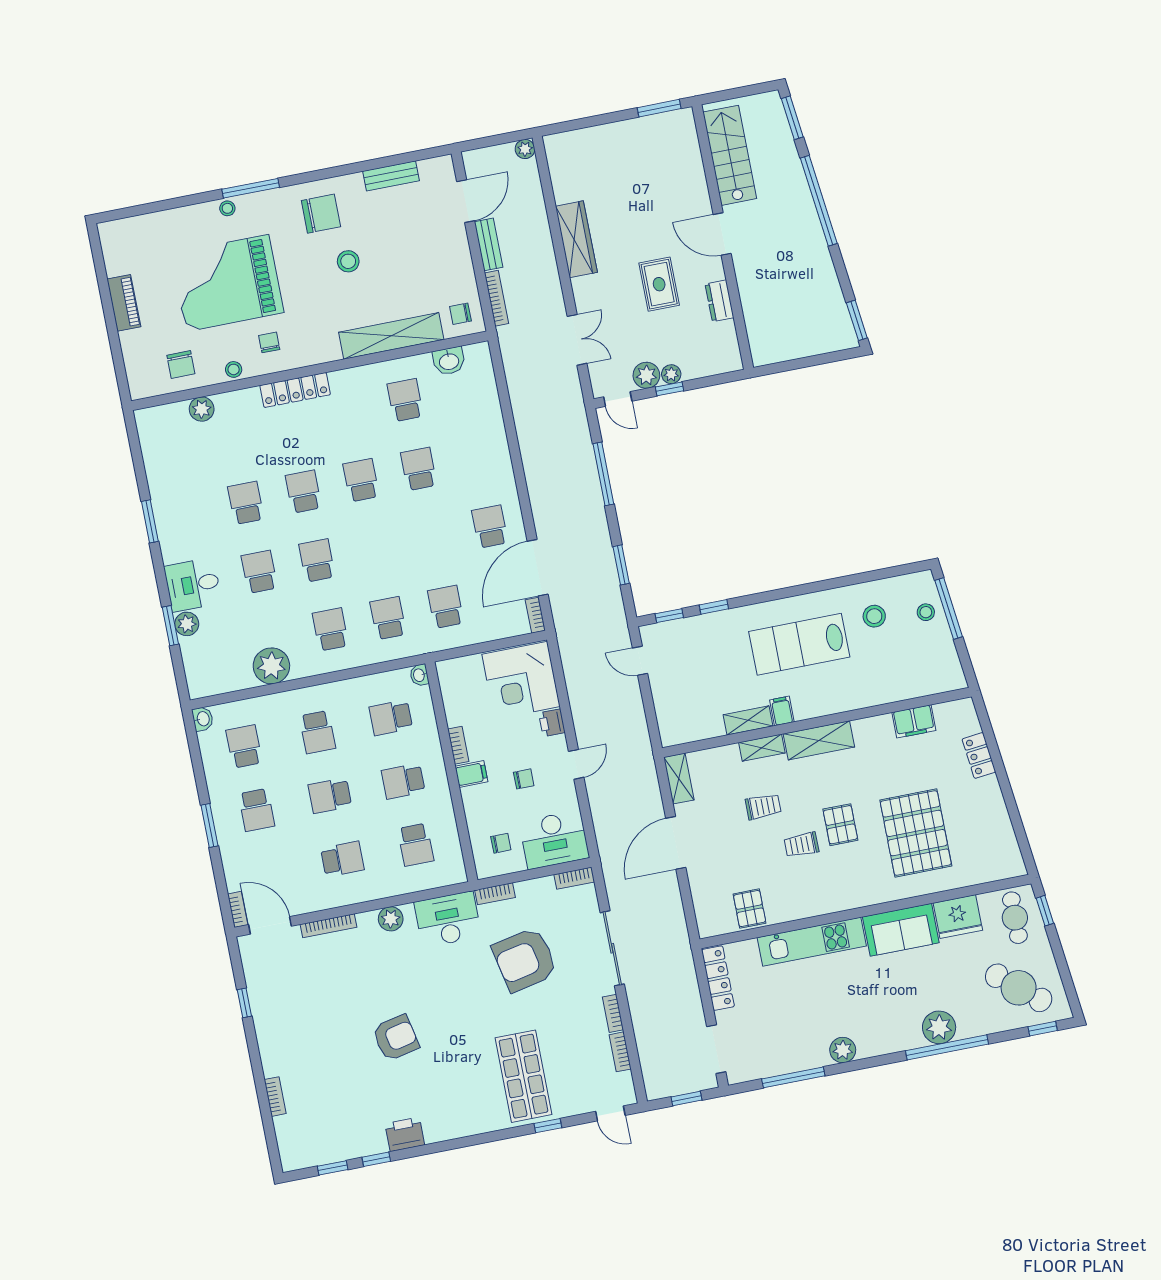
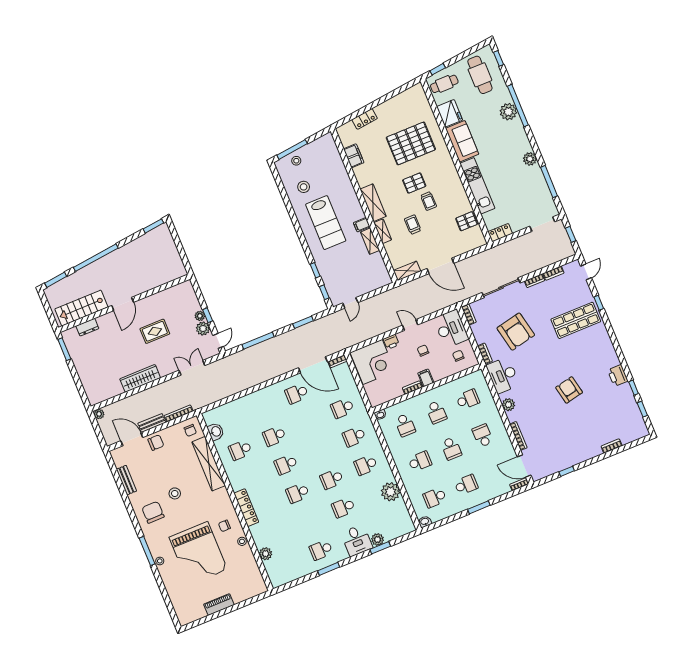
dresser: (720, 301) -> (87, 327), moved
chair: (181, 364) -> (156, 443), moved
school desk: (246, 503) -> (321, 550), moved
door: (270, 925) -> (524, 466), hinge flipped
locker: (718, 978) -> (500, 233), width x0.66
cafe table: (1019, 988) -> (480, 75), turned -40

